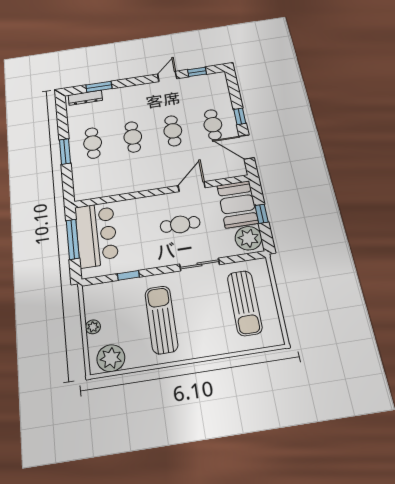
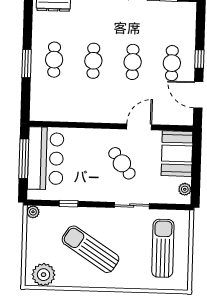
window: (262, 214) -> (196, 167), removed
cafe table: (180, 224) -> (122, 163), turned 53
plant: (248, 238) -> (185, 189), width x0.53, depth x0.53
sun lounger: (245, 303) -> (163, 248), turned 180
sun lounger: (161, 319) -> (90, 249), turned -57
plant: (93, 327) -> (33, 212), moved

